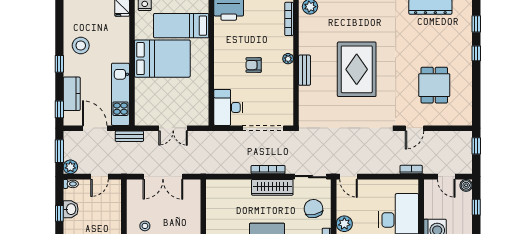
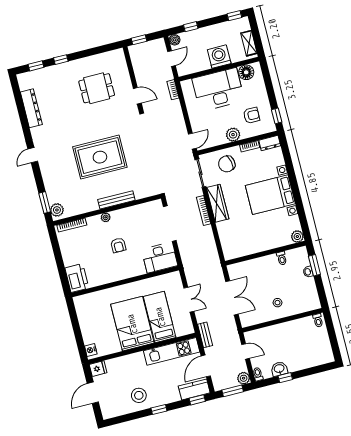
bed: (181, 26) -> (160, 317), moved, turned 180
bench: (305, 70) -> (116, 200), width x1.36
kitchen counter: (72, 94) -> (194, 389), moved

